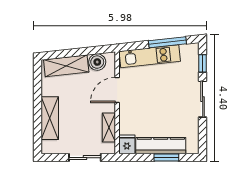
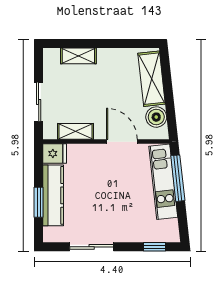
window: (167, 42) -> (178, 178), moved
sliding door: (203, 99) -> (92, 247), moved
shelving: (50, 118) -> (78, 56), width x0.67, depth x0.75

